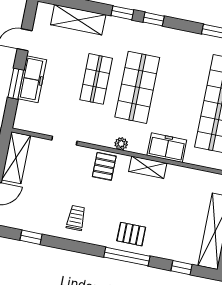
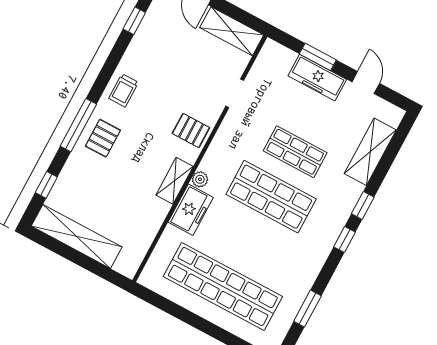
plant: (121, 144) -> (200, 179), moved
trolley: (76, 218) -> (123, 90), moved, turned 90

